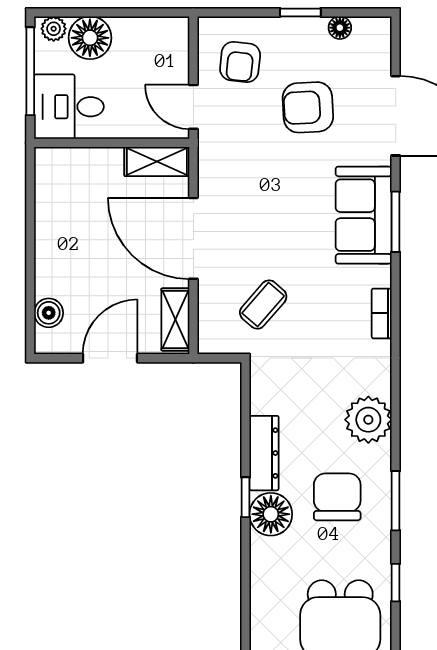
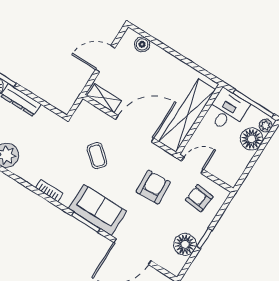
floor lamp: (340, 28) -> (185, 244), width x1.89, depth x1.89
armchair: (308, 107) -> (153, 187), moved
shelving: (157, 161) -> (187, 115), width x2.20, depth x1.33
coffee table: (263, 305) -> (97, 156), moved
door: (110, 358) -> (105, 59), swing flipped

